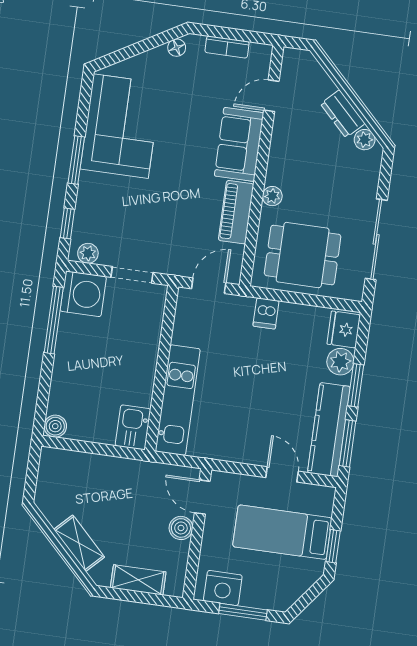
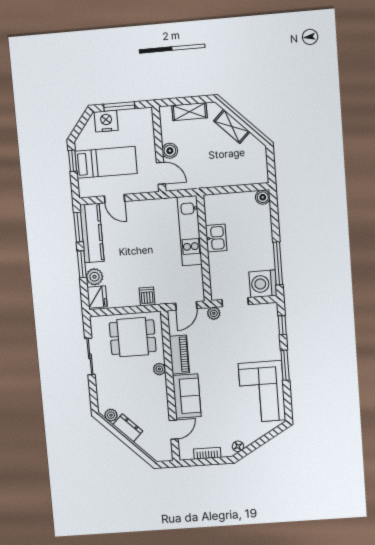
sliding door: (376, 239) -> (90, 356), width x0.73
plant: (88, 253) -> (214, 313), moved
kitchen sink: (133, 427) -> (216, 238), moved
nightstand: (223, 588) -> (106, 121), moved

